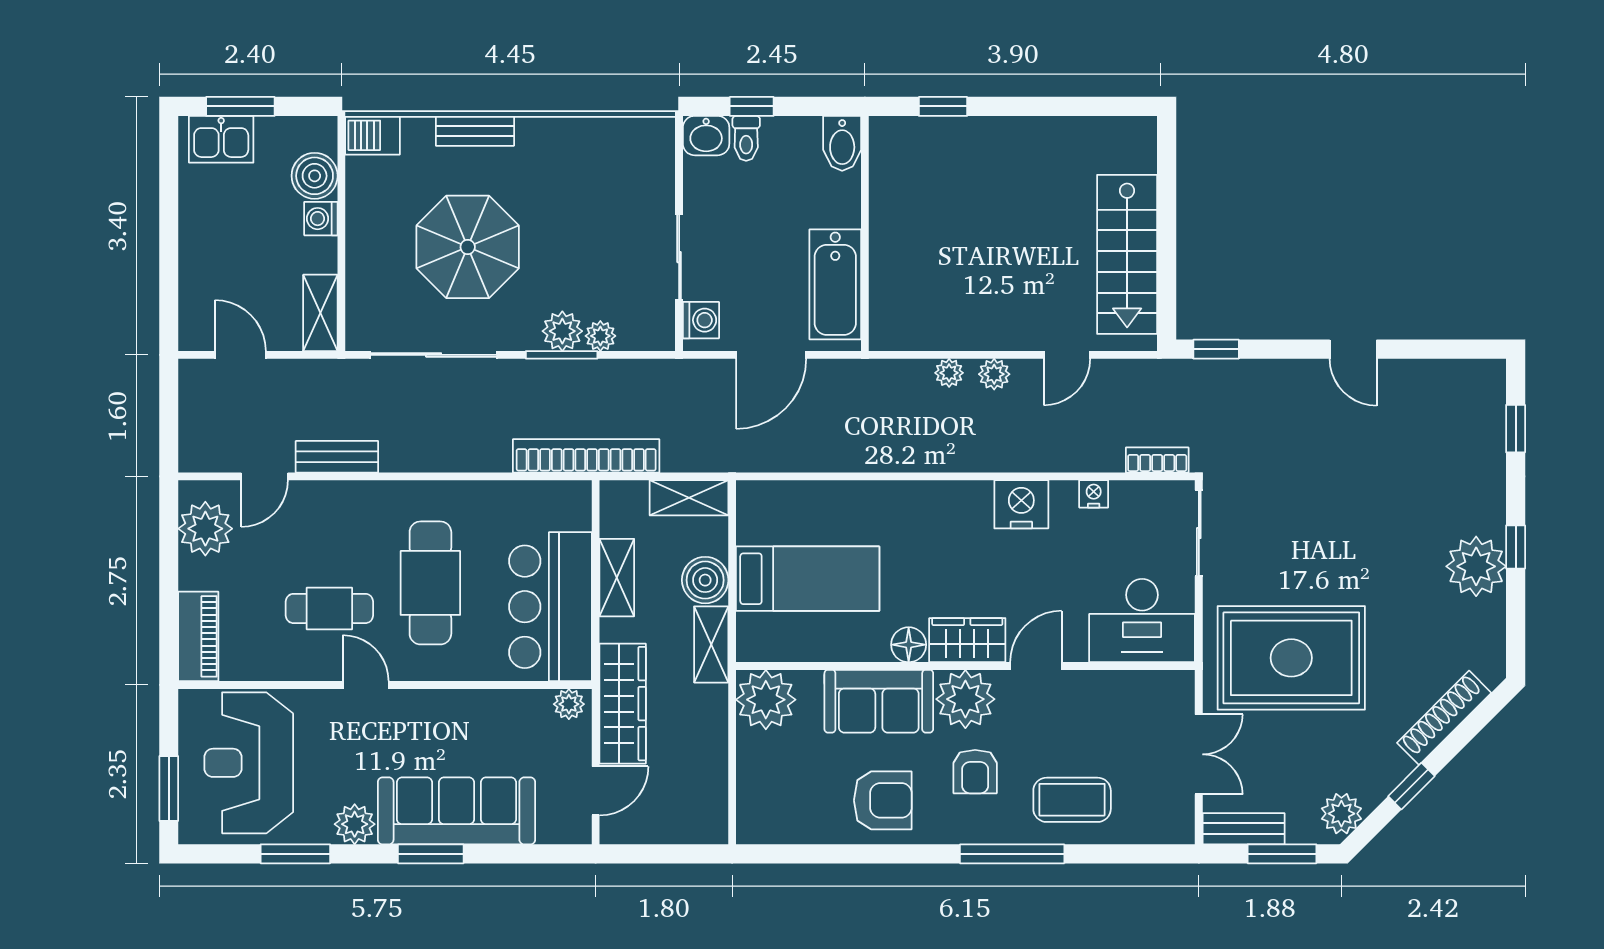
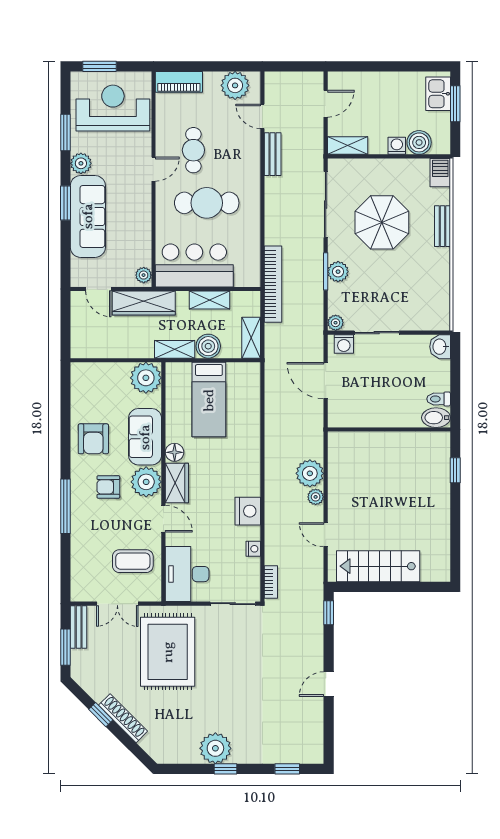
window: (752, 106) -> (455, 370), removed
toilet: (746, 138) -> (439, 399), moved
bathtub: (835, 284) -> (362, 414), removed
plant: (600, 336) -> (336, 323), moved
plant: (949, 373) -> (310, 473), width x1.88, depth x1.88
shoe rack: (1444, 718) -> (123, 718), moved
coffee table: (1072, 800) -> (133, 561), moved, turned 90
plant: (1341, 814) -> (86, 678), removed

